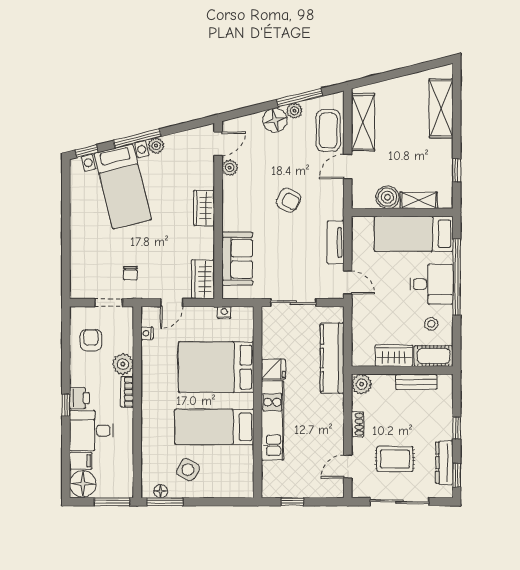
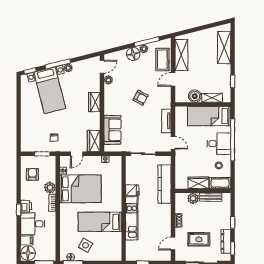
bed: (216, 367) -> (80, 189), moved, turned 180
plant: (362, 384) -> (193, 198), moved

